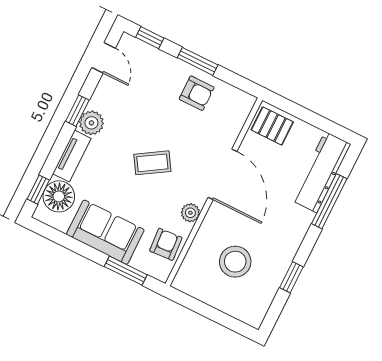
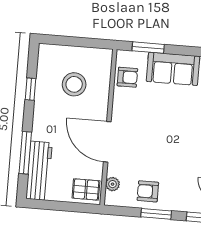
coffee table: (152, 163) -> (159, 130), removed
plant: (190, 213) -> (113, 184), moved
armchair: (166, 244) -> (127, 77), turned -86

